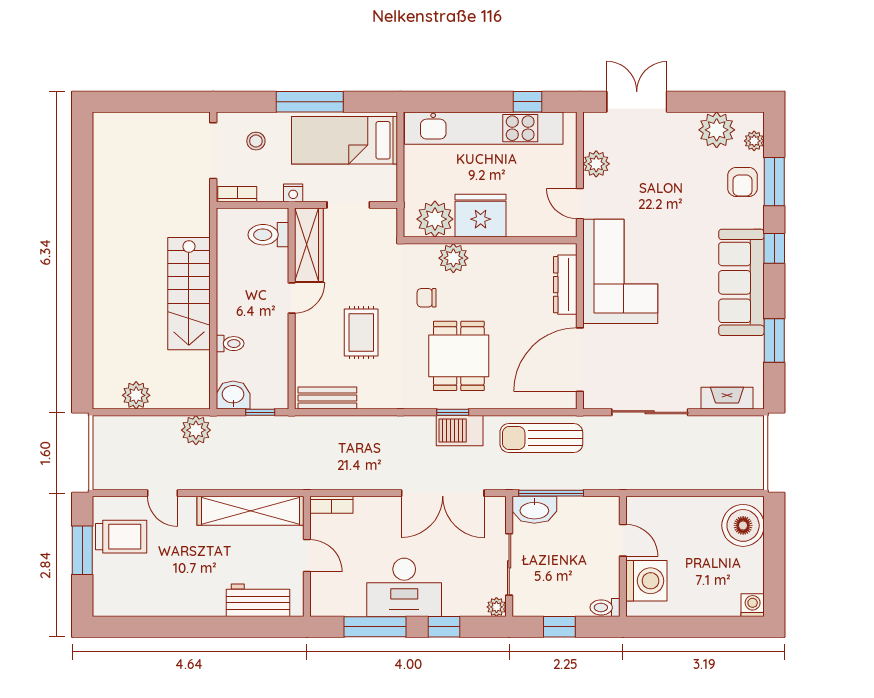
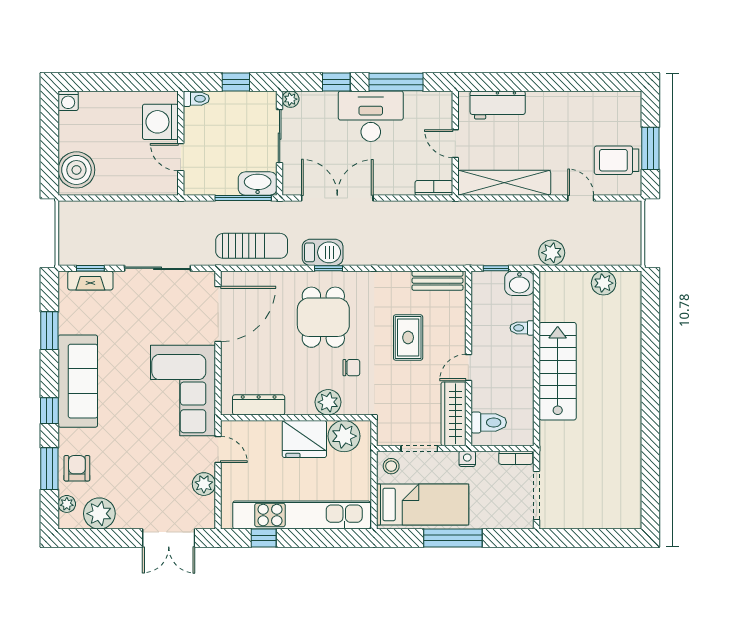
stool: (256, 141) -> (391, 466), moved
dresser: (565, 285) -> (259, 405), moved, turned -90
window: (727, 412) -> (90, 268), added

